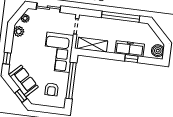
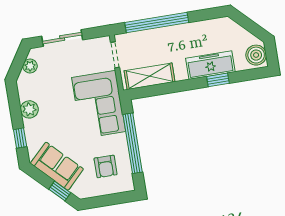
window: (121, 17) -> (157, 23), moved
plant: (19, 31) -> (29, 109), moved

